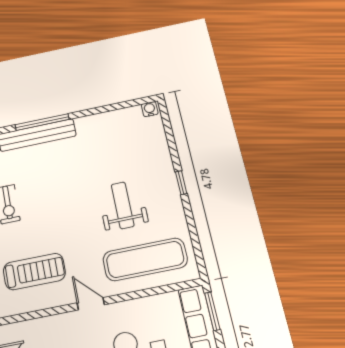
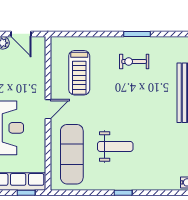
window: (212, 311) -> (26, 193), width x0.67

